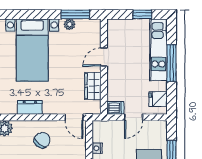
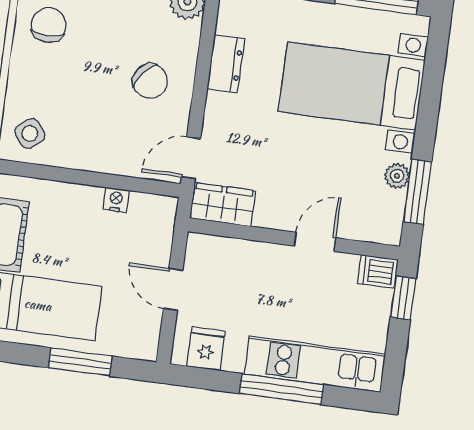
window: (142, 14) -> (403, 298), moved
door: (104, 57) -> (315, 242), hinge flipped
wardrobe: (93, 86) -> (223, 205), moved
dishwasher: (115, 108) -> (378, 272), moved, turned 90

